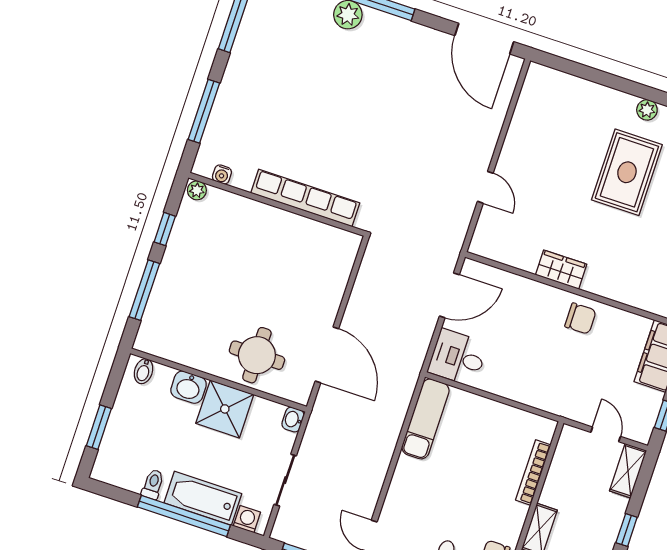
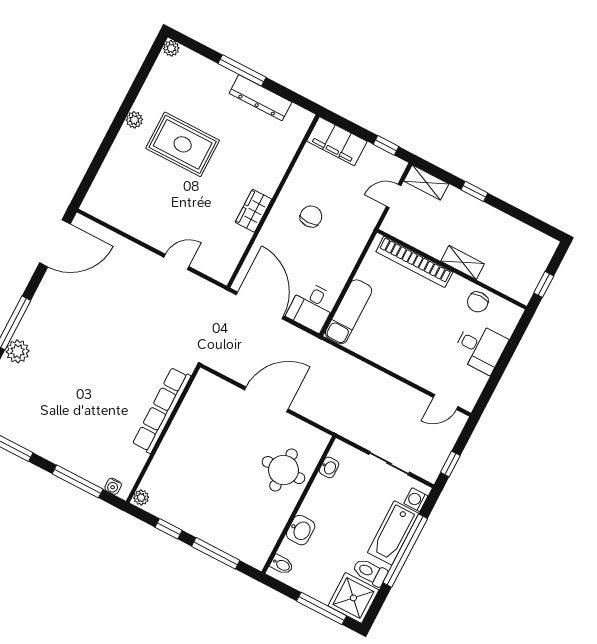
water cooler: (222, 174) -> (113, 486), moved, turned 90
door: (449, 295) -> (260, 305), width x1.36
chair: (580, 319) -> (311, 216), moved
door: (327, 355) -> (266, 399), moved
shower: (225, 409) -> (353, 598), moved
washbasin: (293, 419) -> (329, 467), moved, turned -90
exam couch: (425, 419) -> (349, 312), moved, turned 90
window: (99, 427) -> (321, 608), width x1.44
bookcase: (533, 472) -> (414, 262), width x1.48, depth x1.31
toilet: (153, 484) -> (370, 572), width x1.37, depth x1.39

